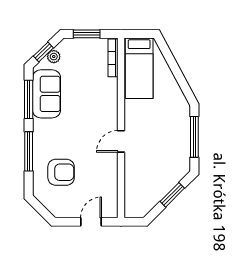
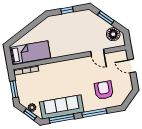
sofa: (47, 94) -> (62, 107), width x1.36
window: (194, 137) -> (67, 10), width x0.46
door: (121, 141) -> (97, 53), moved
floor lamp: (145, 202) -> (113, 34), added

